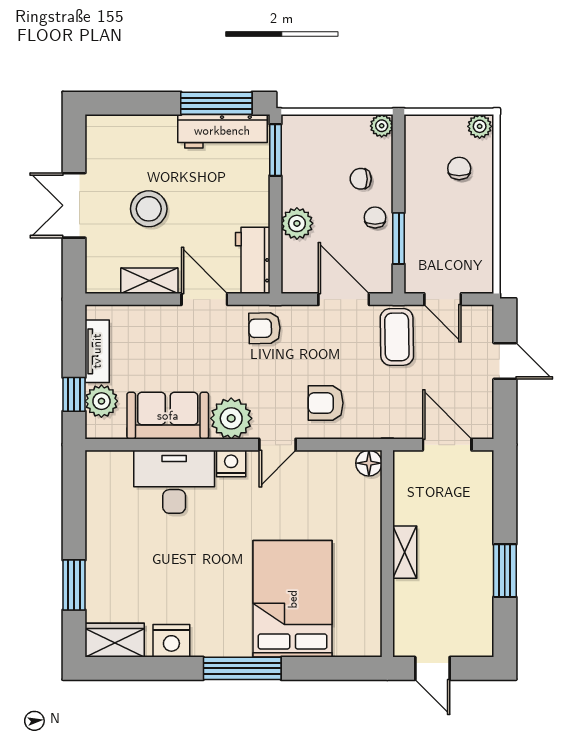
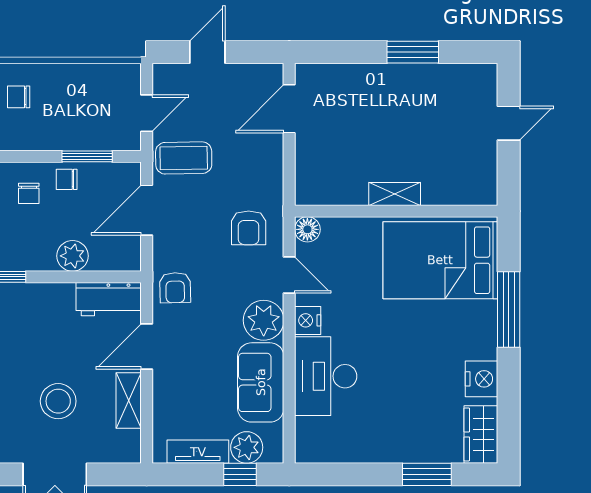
floor lamp: (369, 463) -> (307, 229), moved
shelving: (405, 552) -> (395, 194), moved
wall: (387, 554) -> (396, 211), moved

